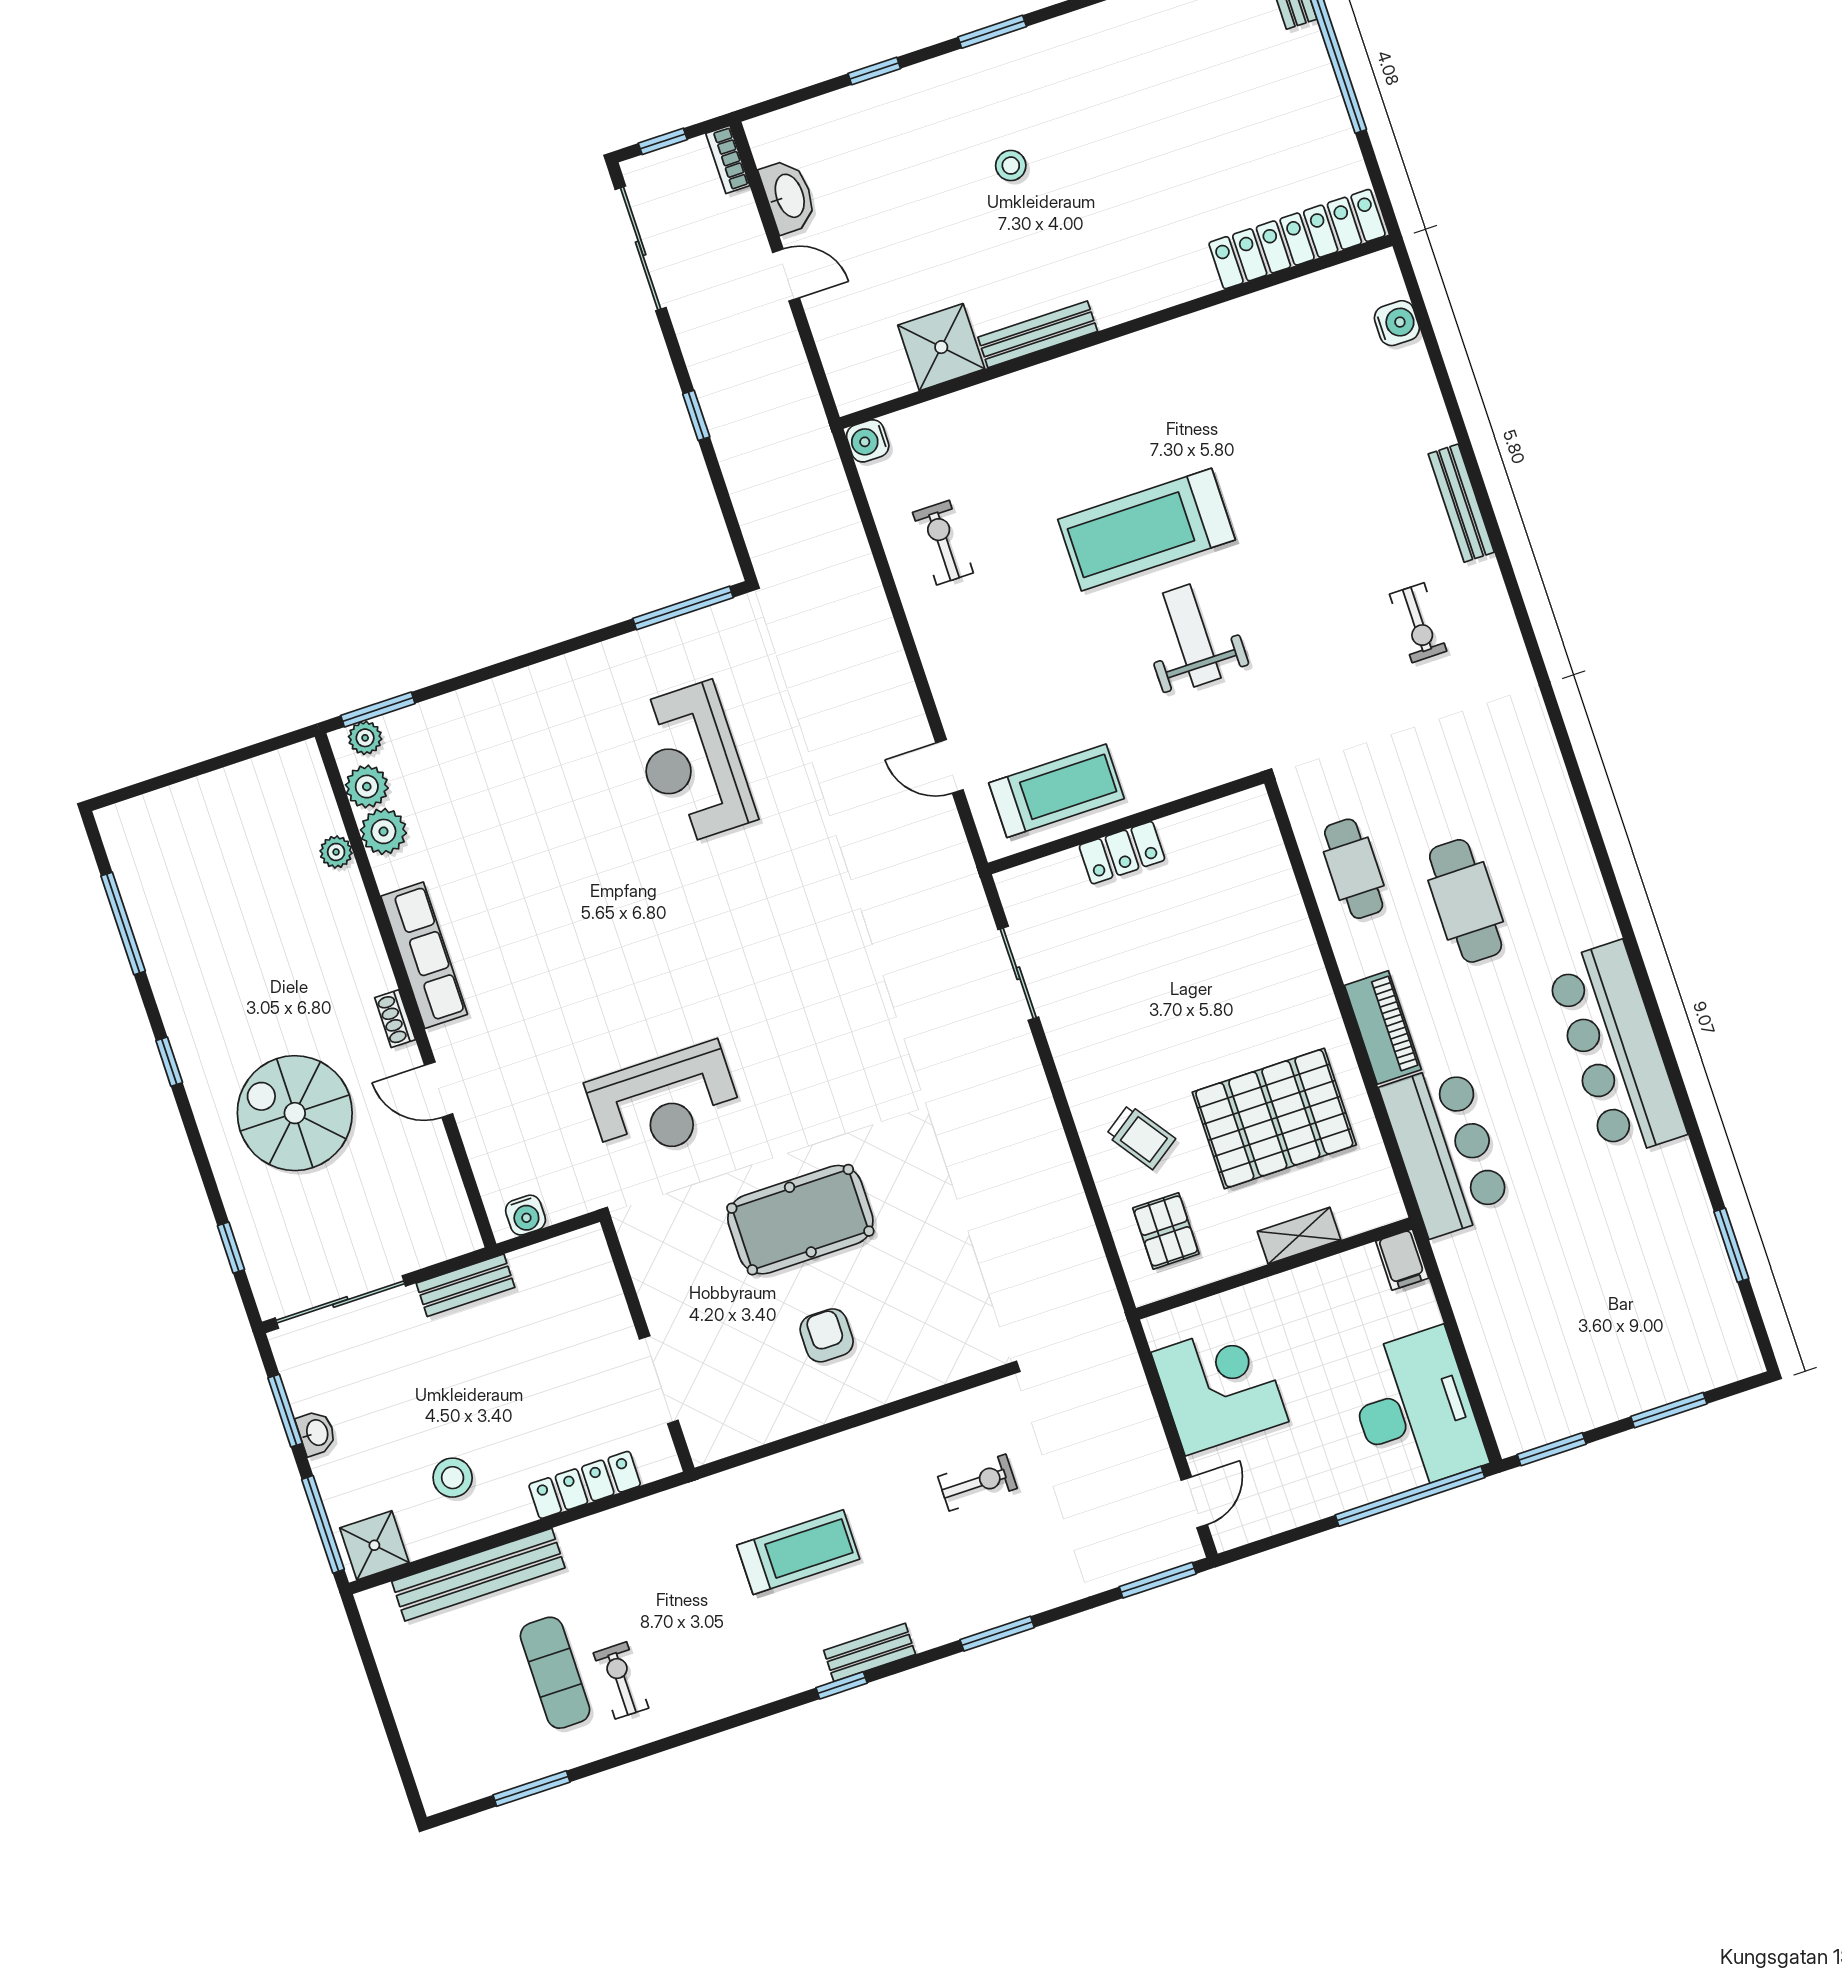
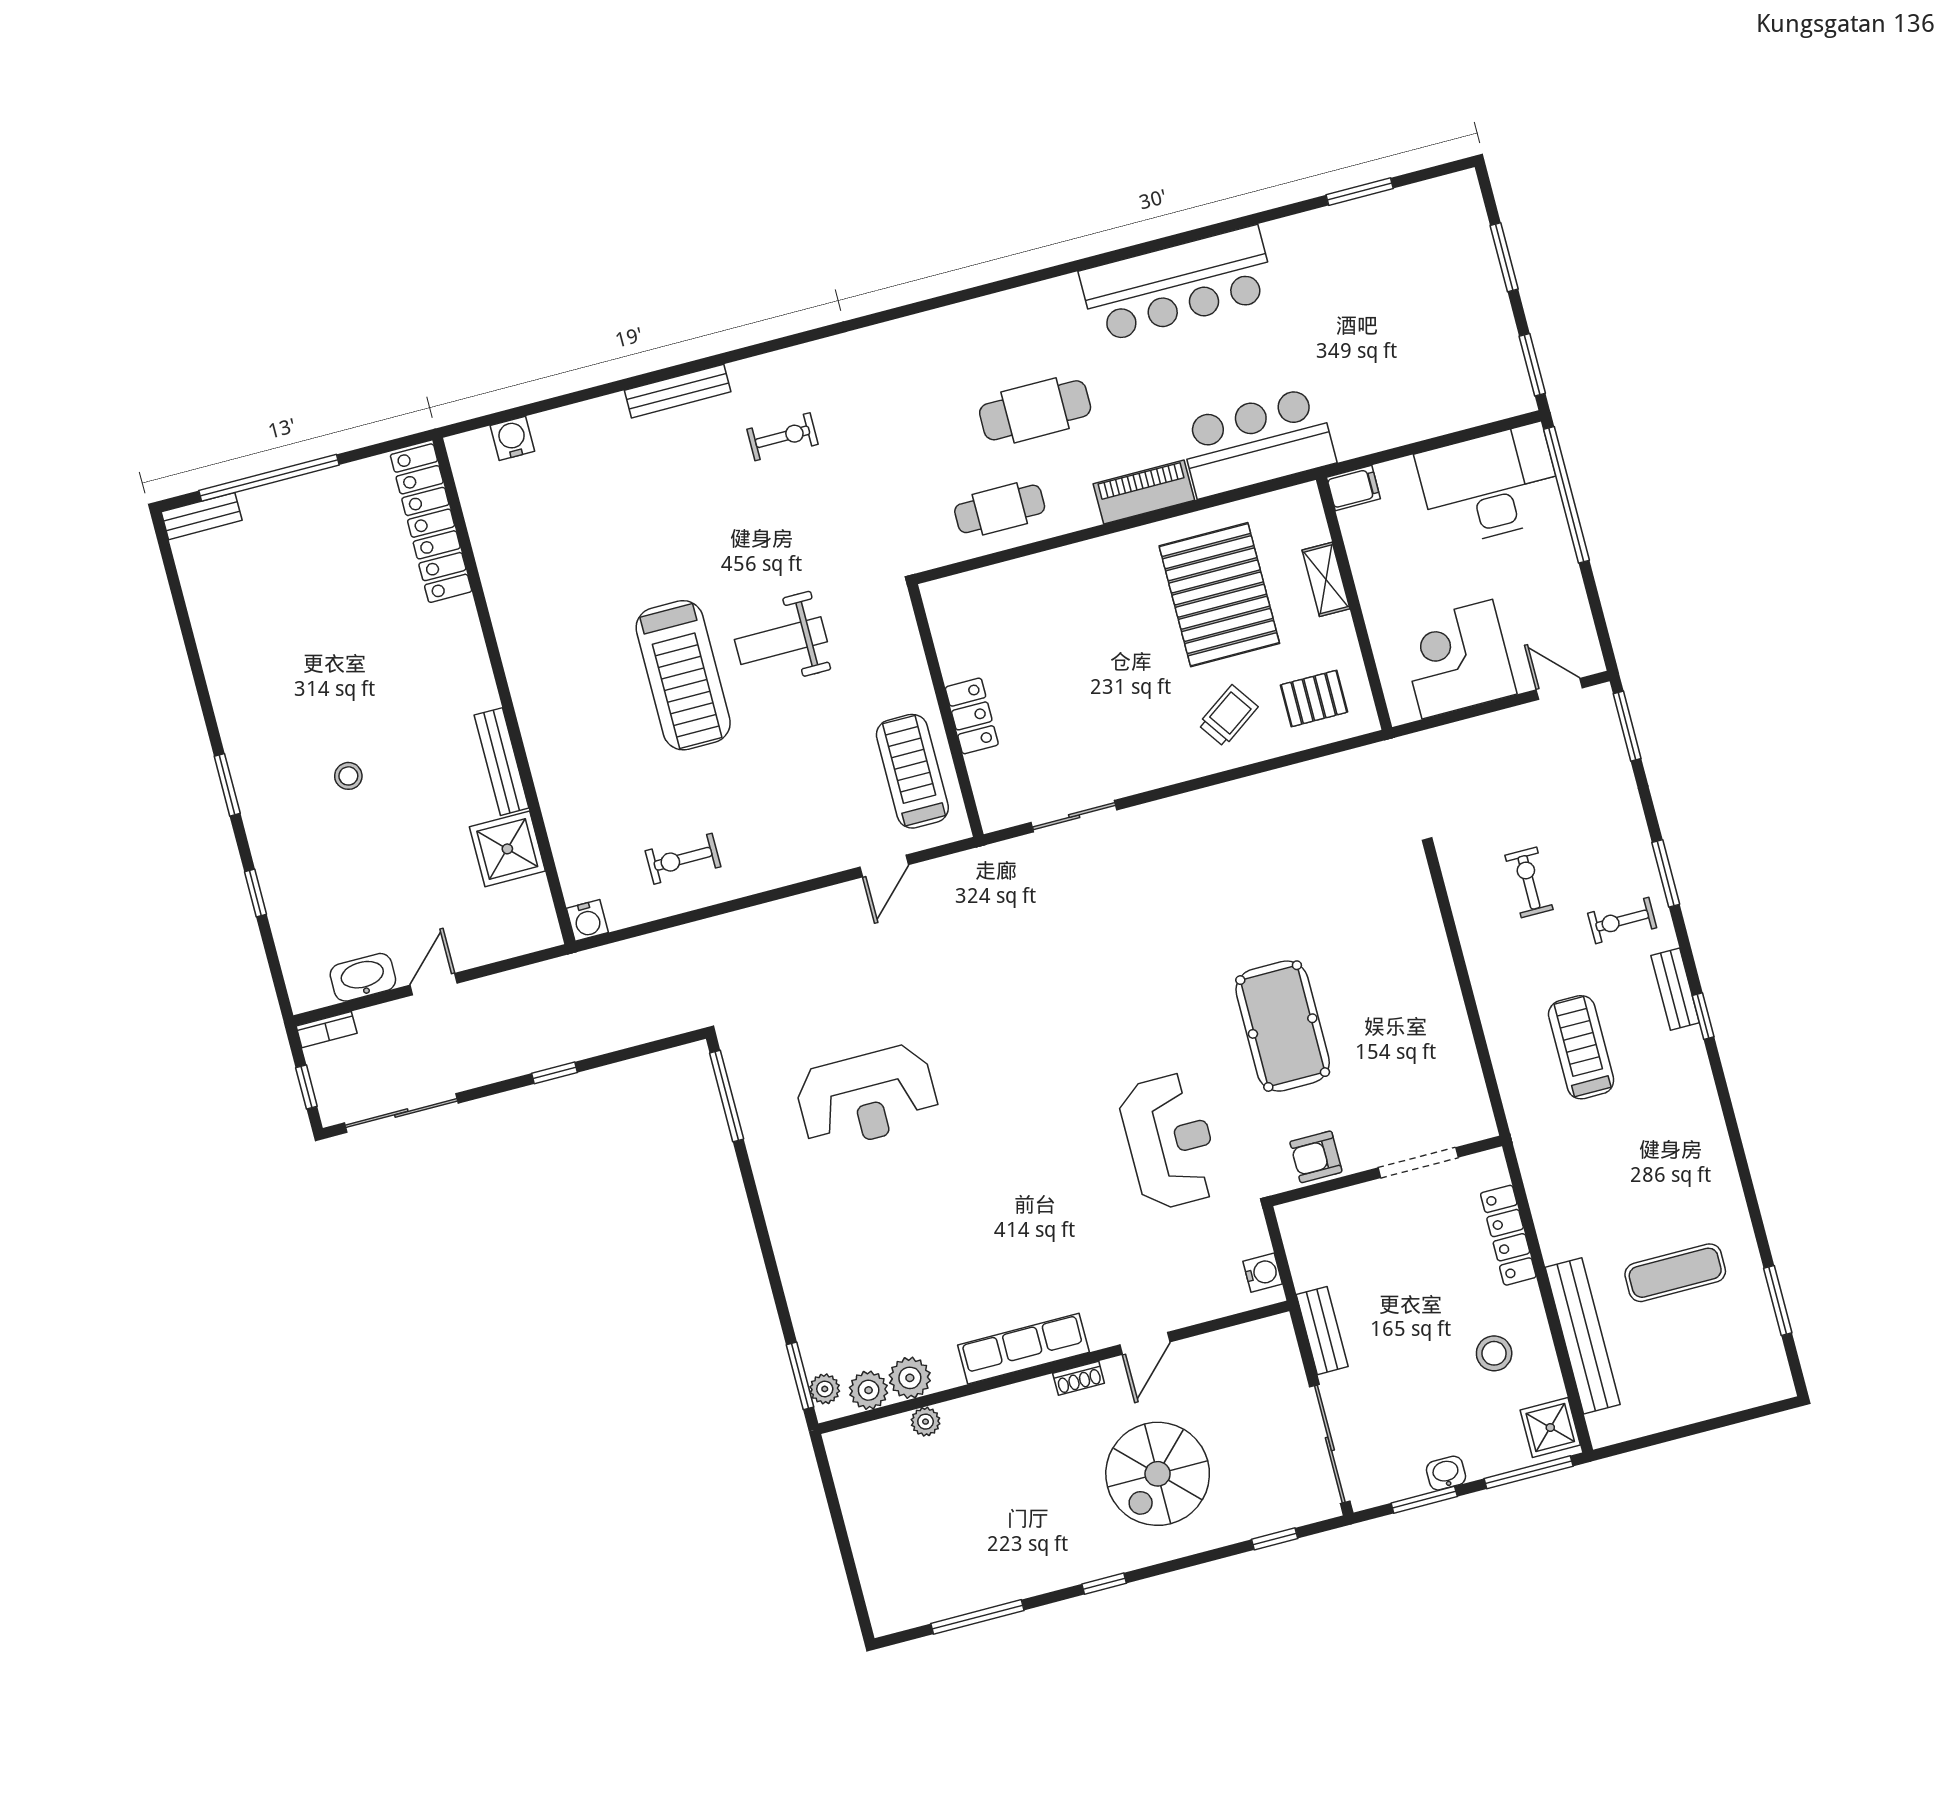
armchair: (827, 1335) -> (1316, 1157), moved
exercise bike: (621, 1680) -> (1622, 920), moved

